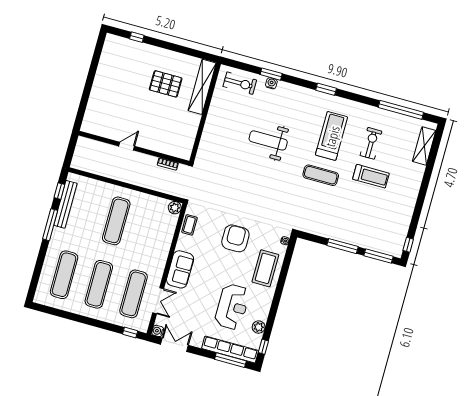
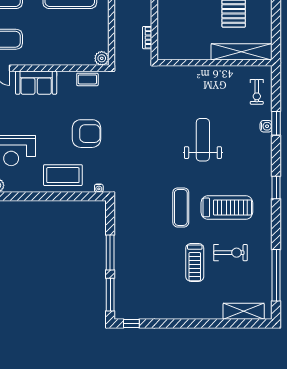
exercise bike: (240, 83) -> (257, 92), width x0.73, depth x0.72

